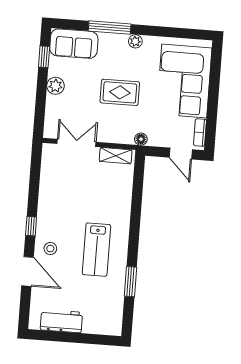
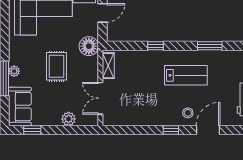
plant: (135, 41) -> (14, 71), moved
plant: (55, 86) -> (69, 119), moved
floor lamp: (141, 139) -> (89, 46), width x1.89, depth x1.89
window: (136, 215) -> (155, 46), added

